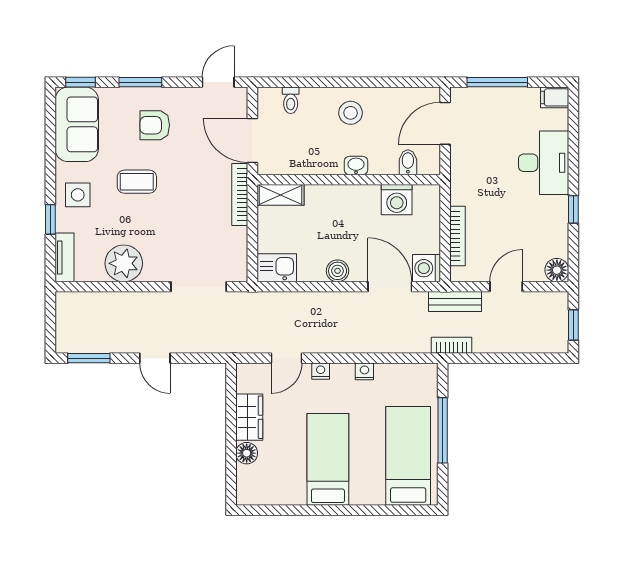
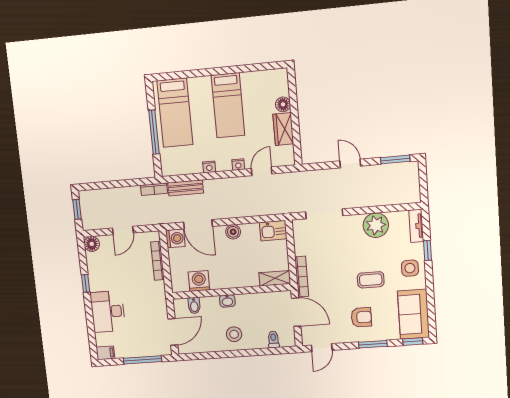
bench: (455, 302) -> (186, 188), moved

